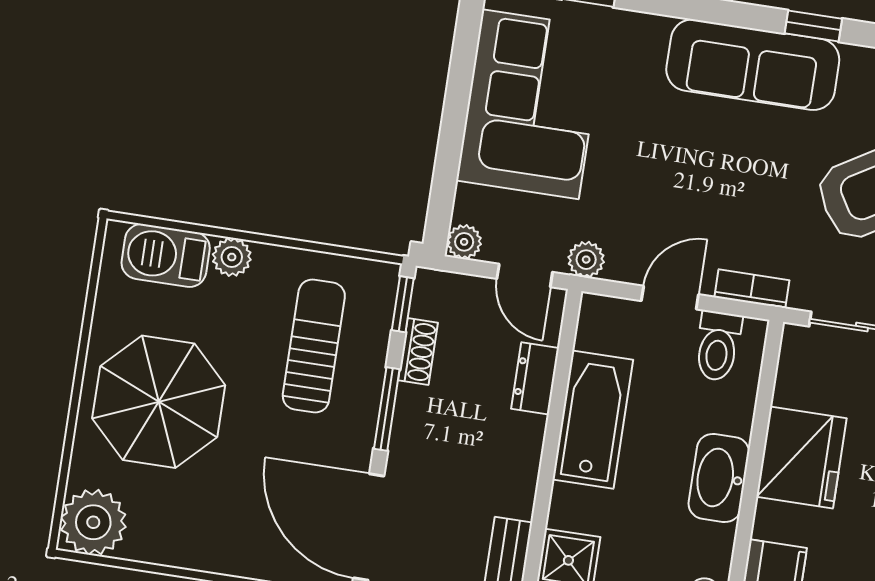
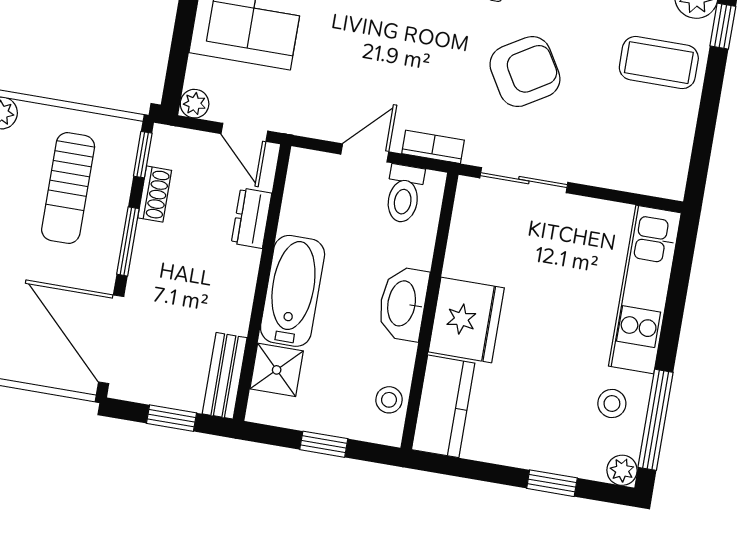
plant: (586, 260) -> (296, 120), removed
sun lounger: (314, 346) -> (68, 188), turned 180
bathtub: (593, 420) -> (293, 291), moved
fridge: (801, 458) -> (466, 320), moved

